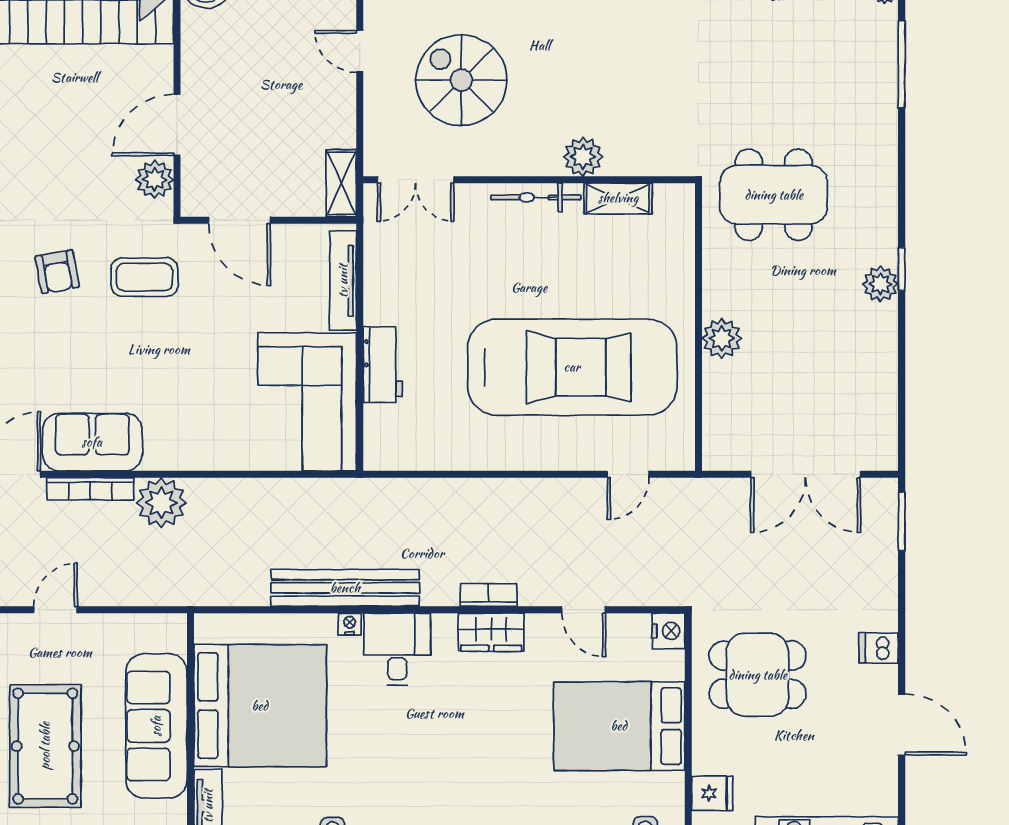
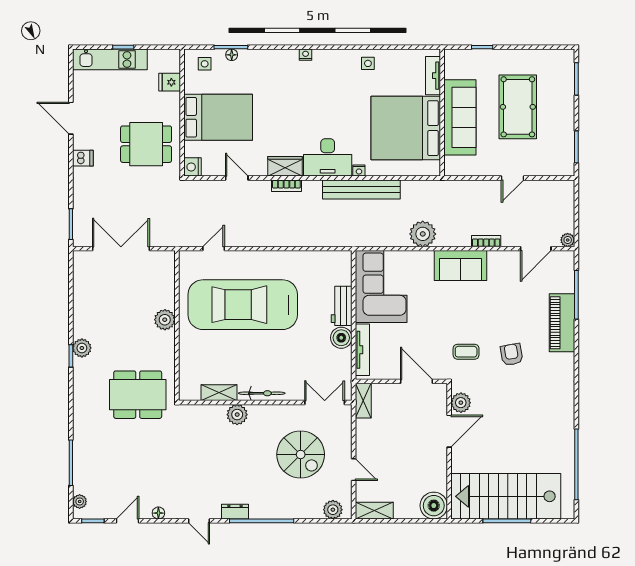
coffee table: (144, 277) -> (466, 352), width x0.73, depth x0.77
boiler: (384, 304) -> (341, 338), added
sofa: (92, 442) -> (460, 266), moved
bookcase: (90, 489) -> (486, 241), width x0.64
plant: (161, 503) -> (423, 234), moved
desk: (397, 649) -> (328, 157), width x1.37

